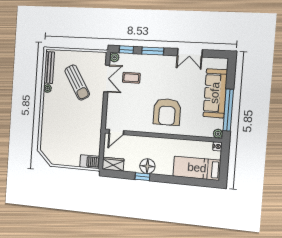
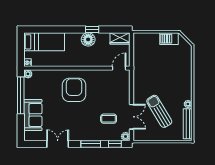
double door: (107, 78) -> (131, 117), swing flipped
sofa: (215, 93) -> (33, 115), width x0.73
barbecue: (90, 162) -> (169, 39), moved

